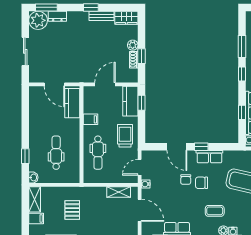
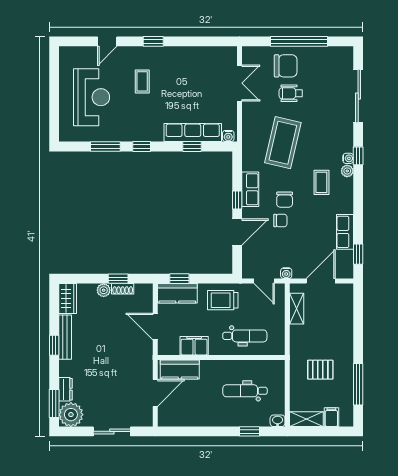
bench: (102, 16) -> (65, 337), width x1.36
filing cabinet: (90, 119) -> (194, 346), width x2.00

